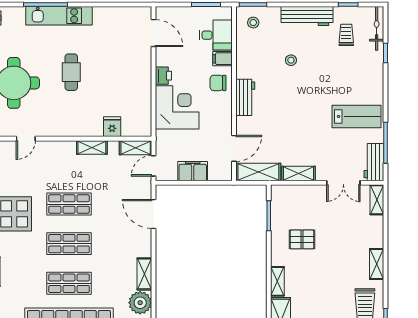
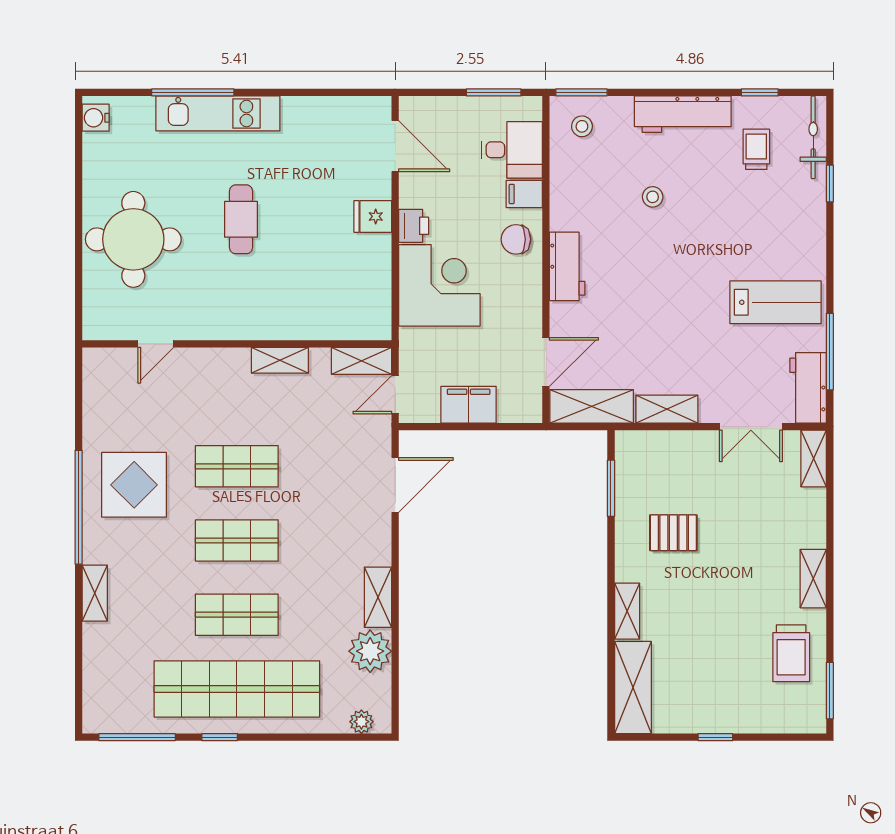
fridge: (112, 127) -> (373, 216), moved, turned -90
door: (153, 214) -> (395, 485), swing flipped

